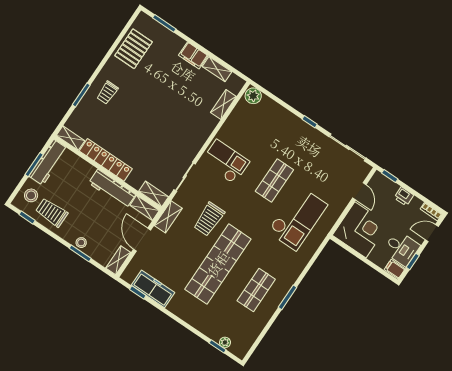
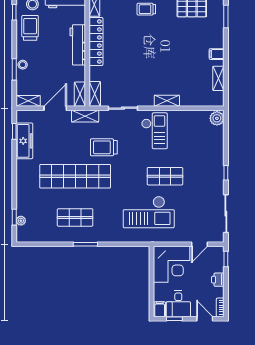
filing cabinet: (193, 56) -> (217, 54), width x0.50
shelving: (223, 105) -> (167, 101), moved
workbench: (112, 189) -> (78, 45), moved

